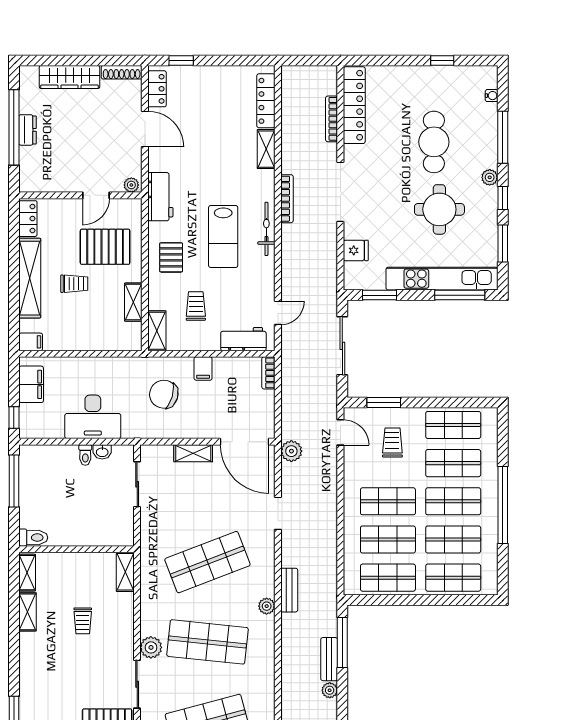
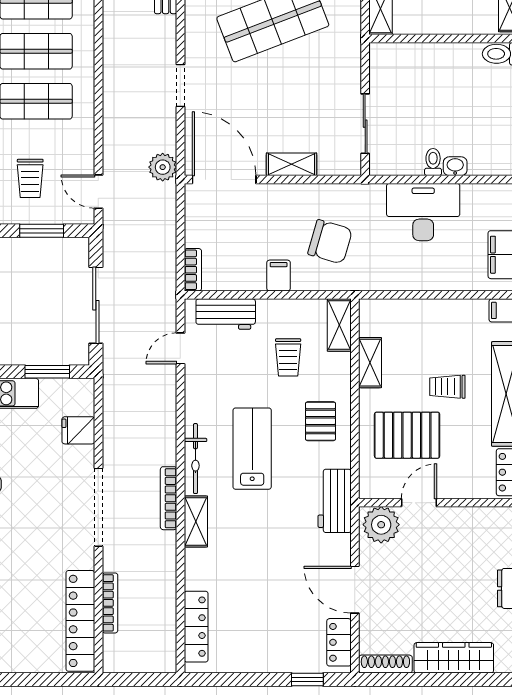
shelving: (266, 149) -> (196, 521), moved
plant: (131, 185) -> (381, 525), width x1.88, depth x1.88
washbasin: (102, 452) -> (455, 166), moved

